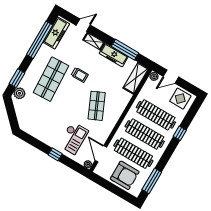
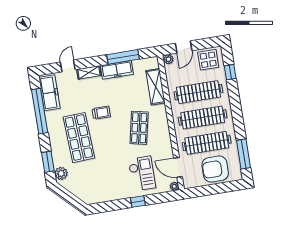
shelving: (136, 78) -> (156, 87), moved
shop shelf: (97, 106) -> (139, 128), turned 36
window: (180, 133) -> (230, 72), moved
armchair: (125, 175) -> (215, 169), turned 180

